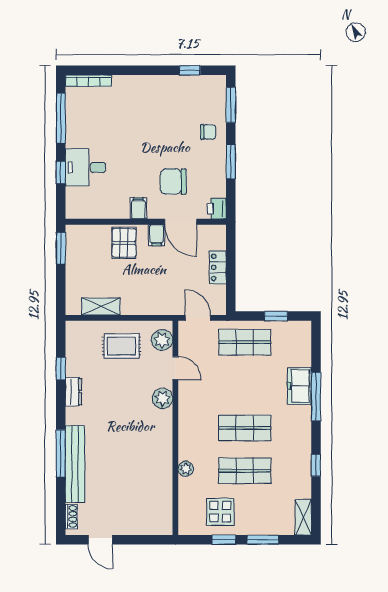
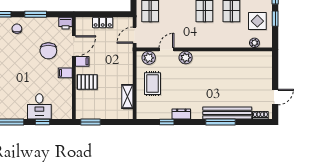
plant: (186, 469) -> (254, 43), moved

